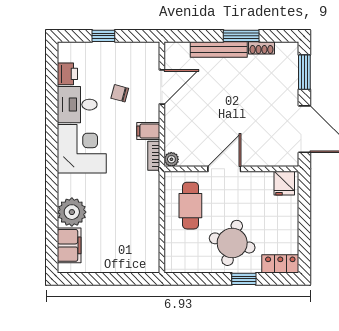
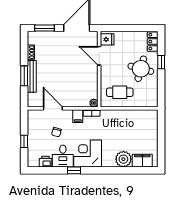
window: (241, 36) -> (24, 76), moved
window: (52, 124) -> (74, 170), added
door: (224, 169) -> (99, 56), moved

